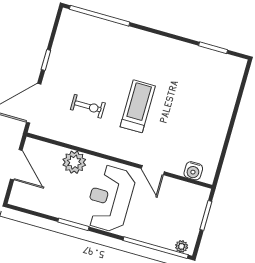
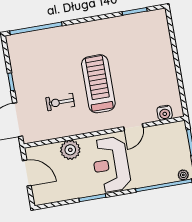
exercise bike: (88, 106) -> (60, 102), turned 180
treadmill: (138, 106) -> (98, 84), width x1.37, depth x1.38
door: (153, 170) -> (133, 127), hinge flipped

